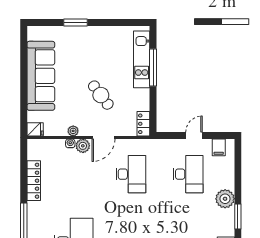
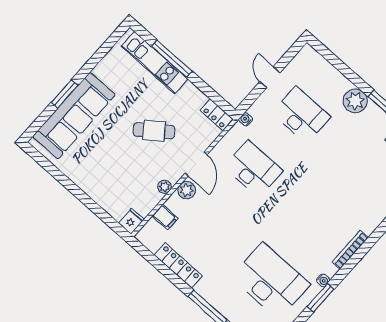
sofa: (41, 76) -> (74, 116), moved, turned 90
water cooler: (70, 143) -> (246, 119), moved
filing cabinet: (219, 147) -> (165, 217), moved

